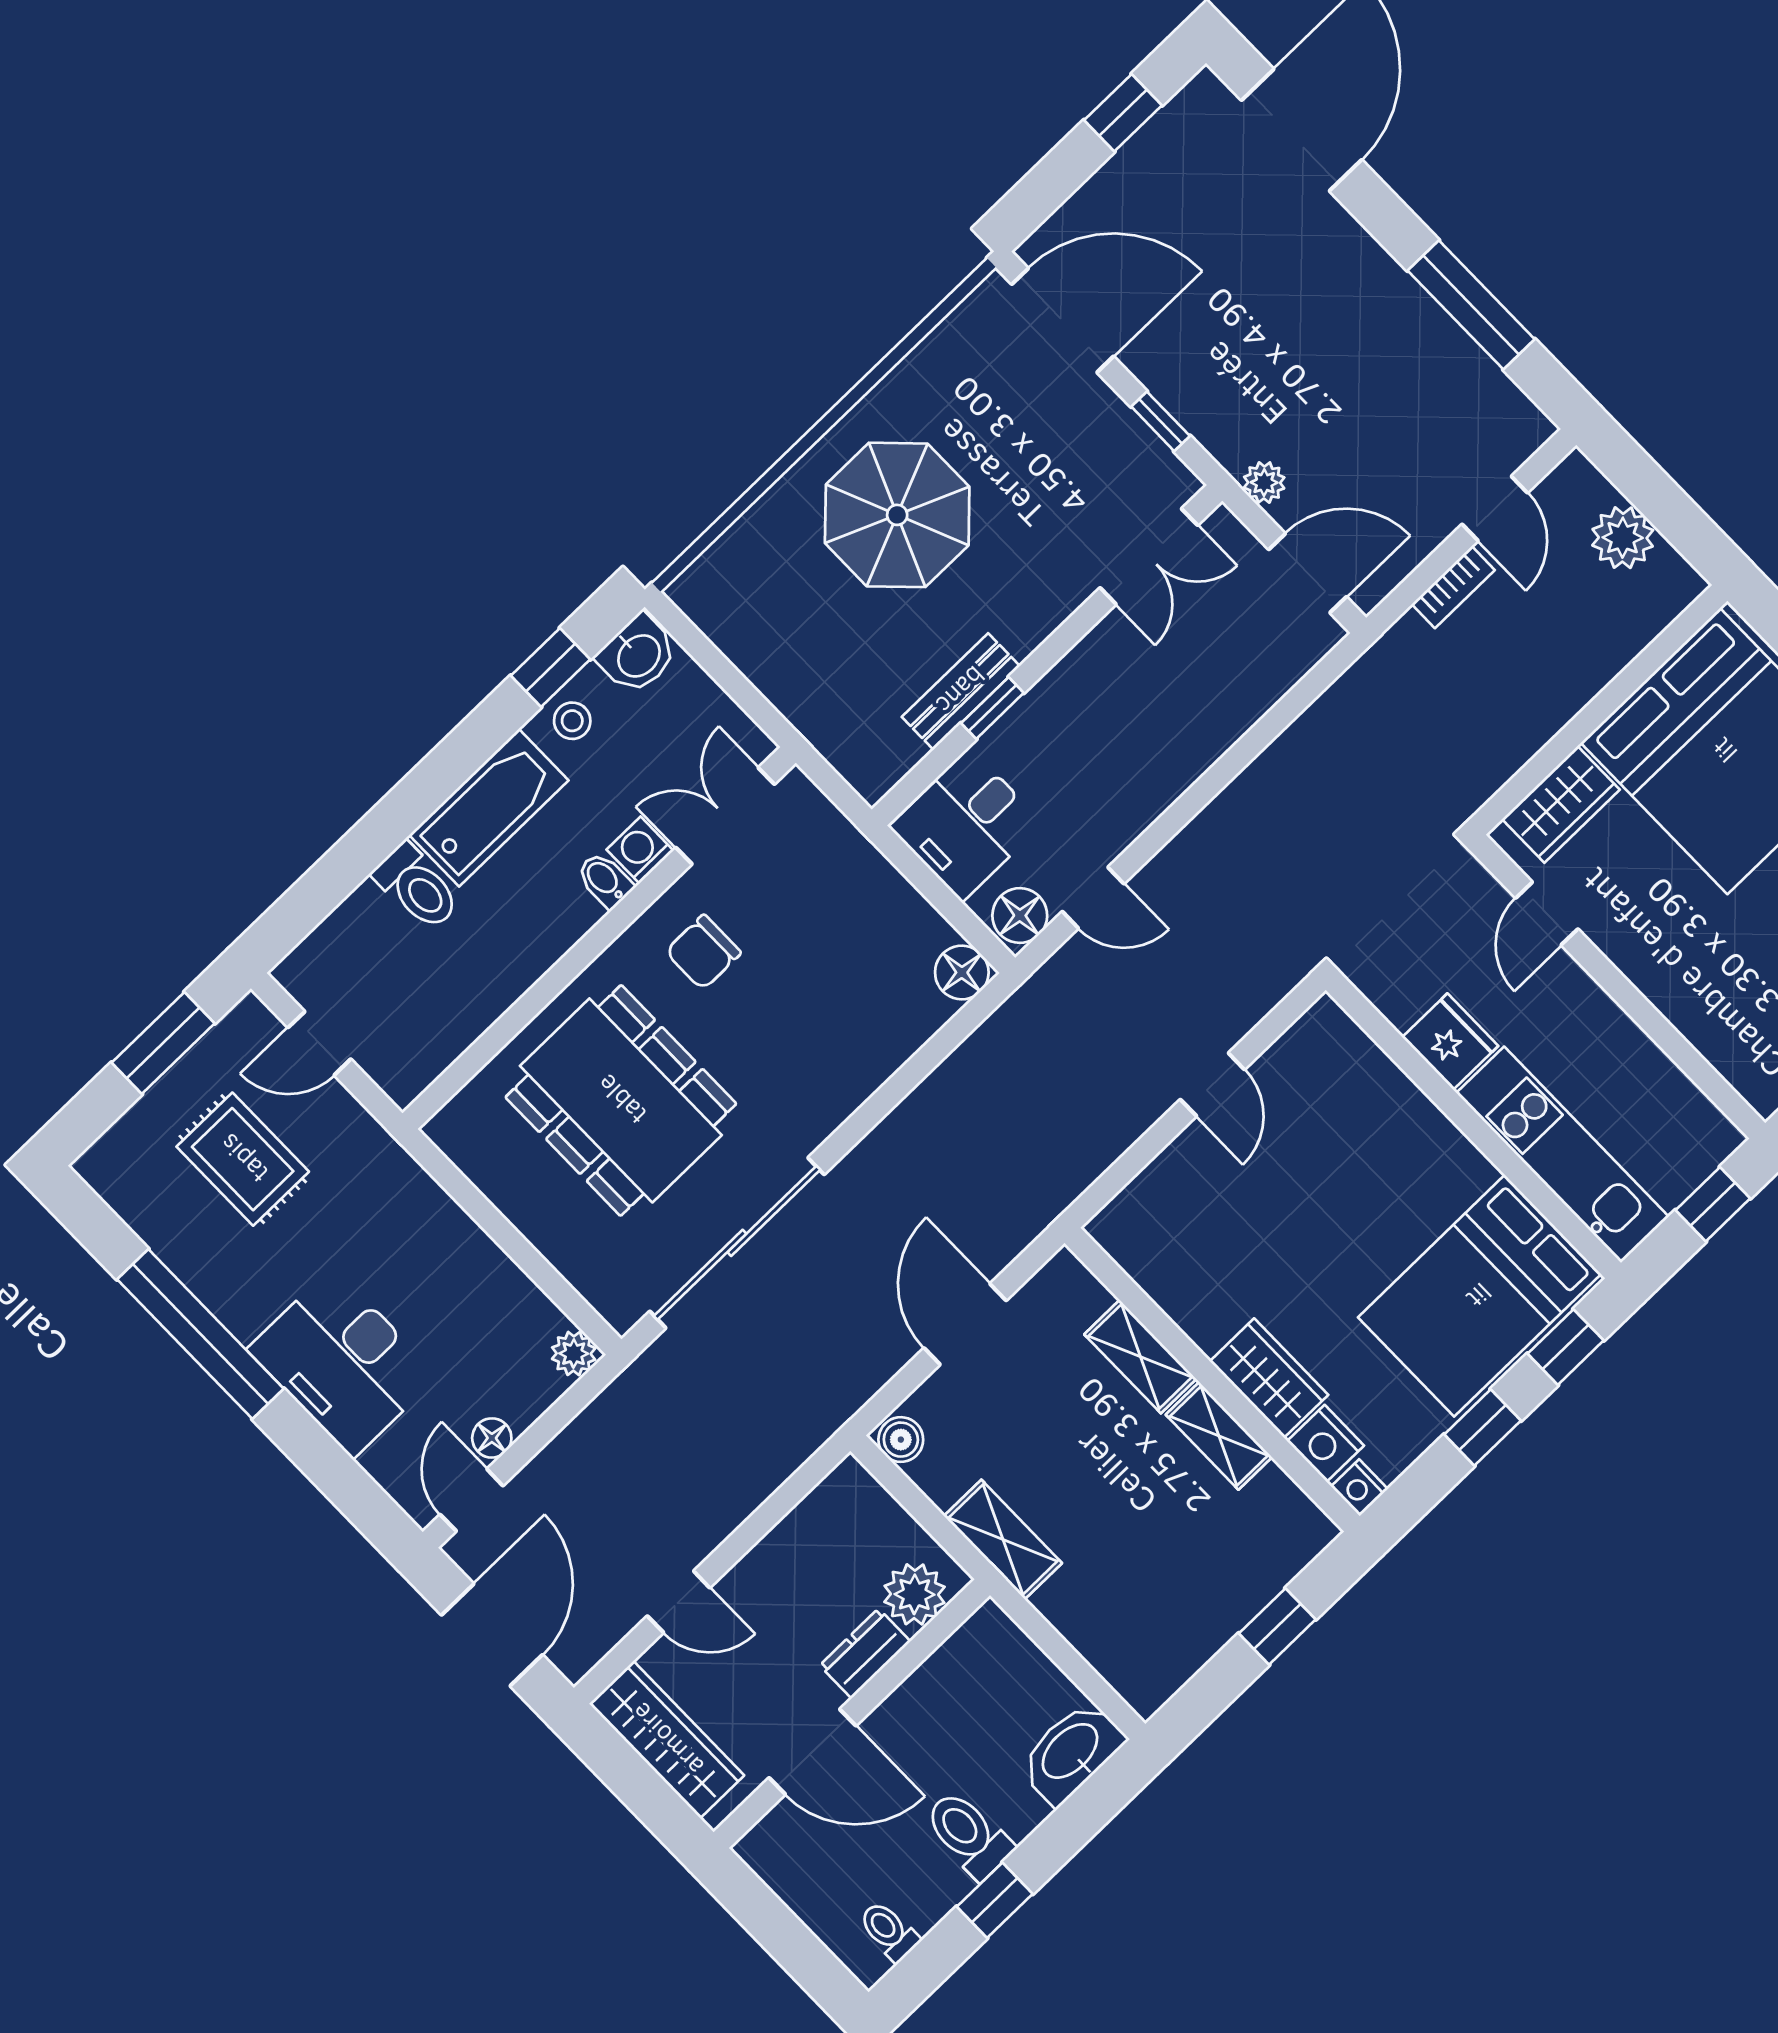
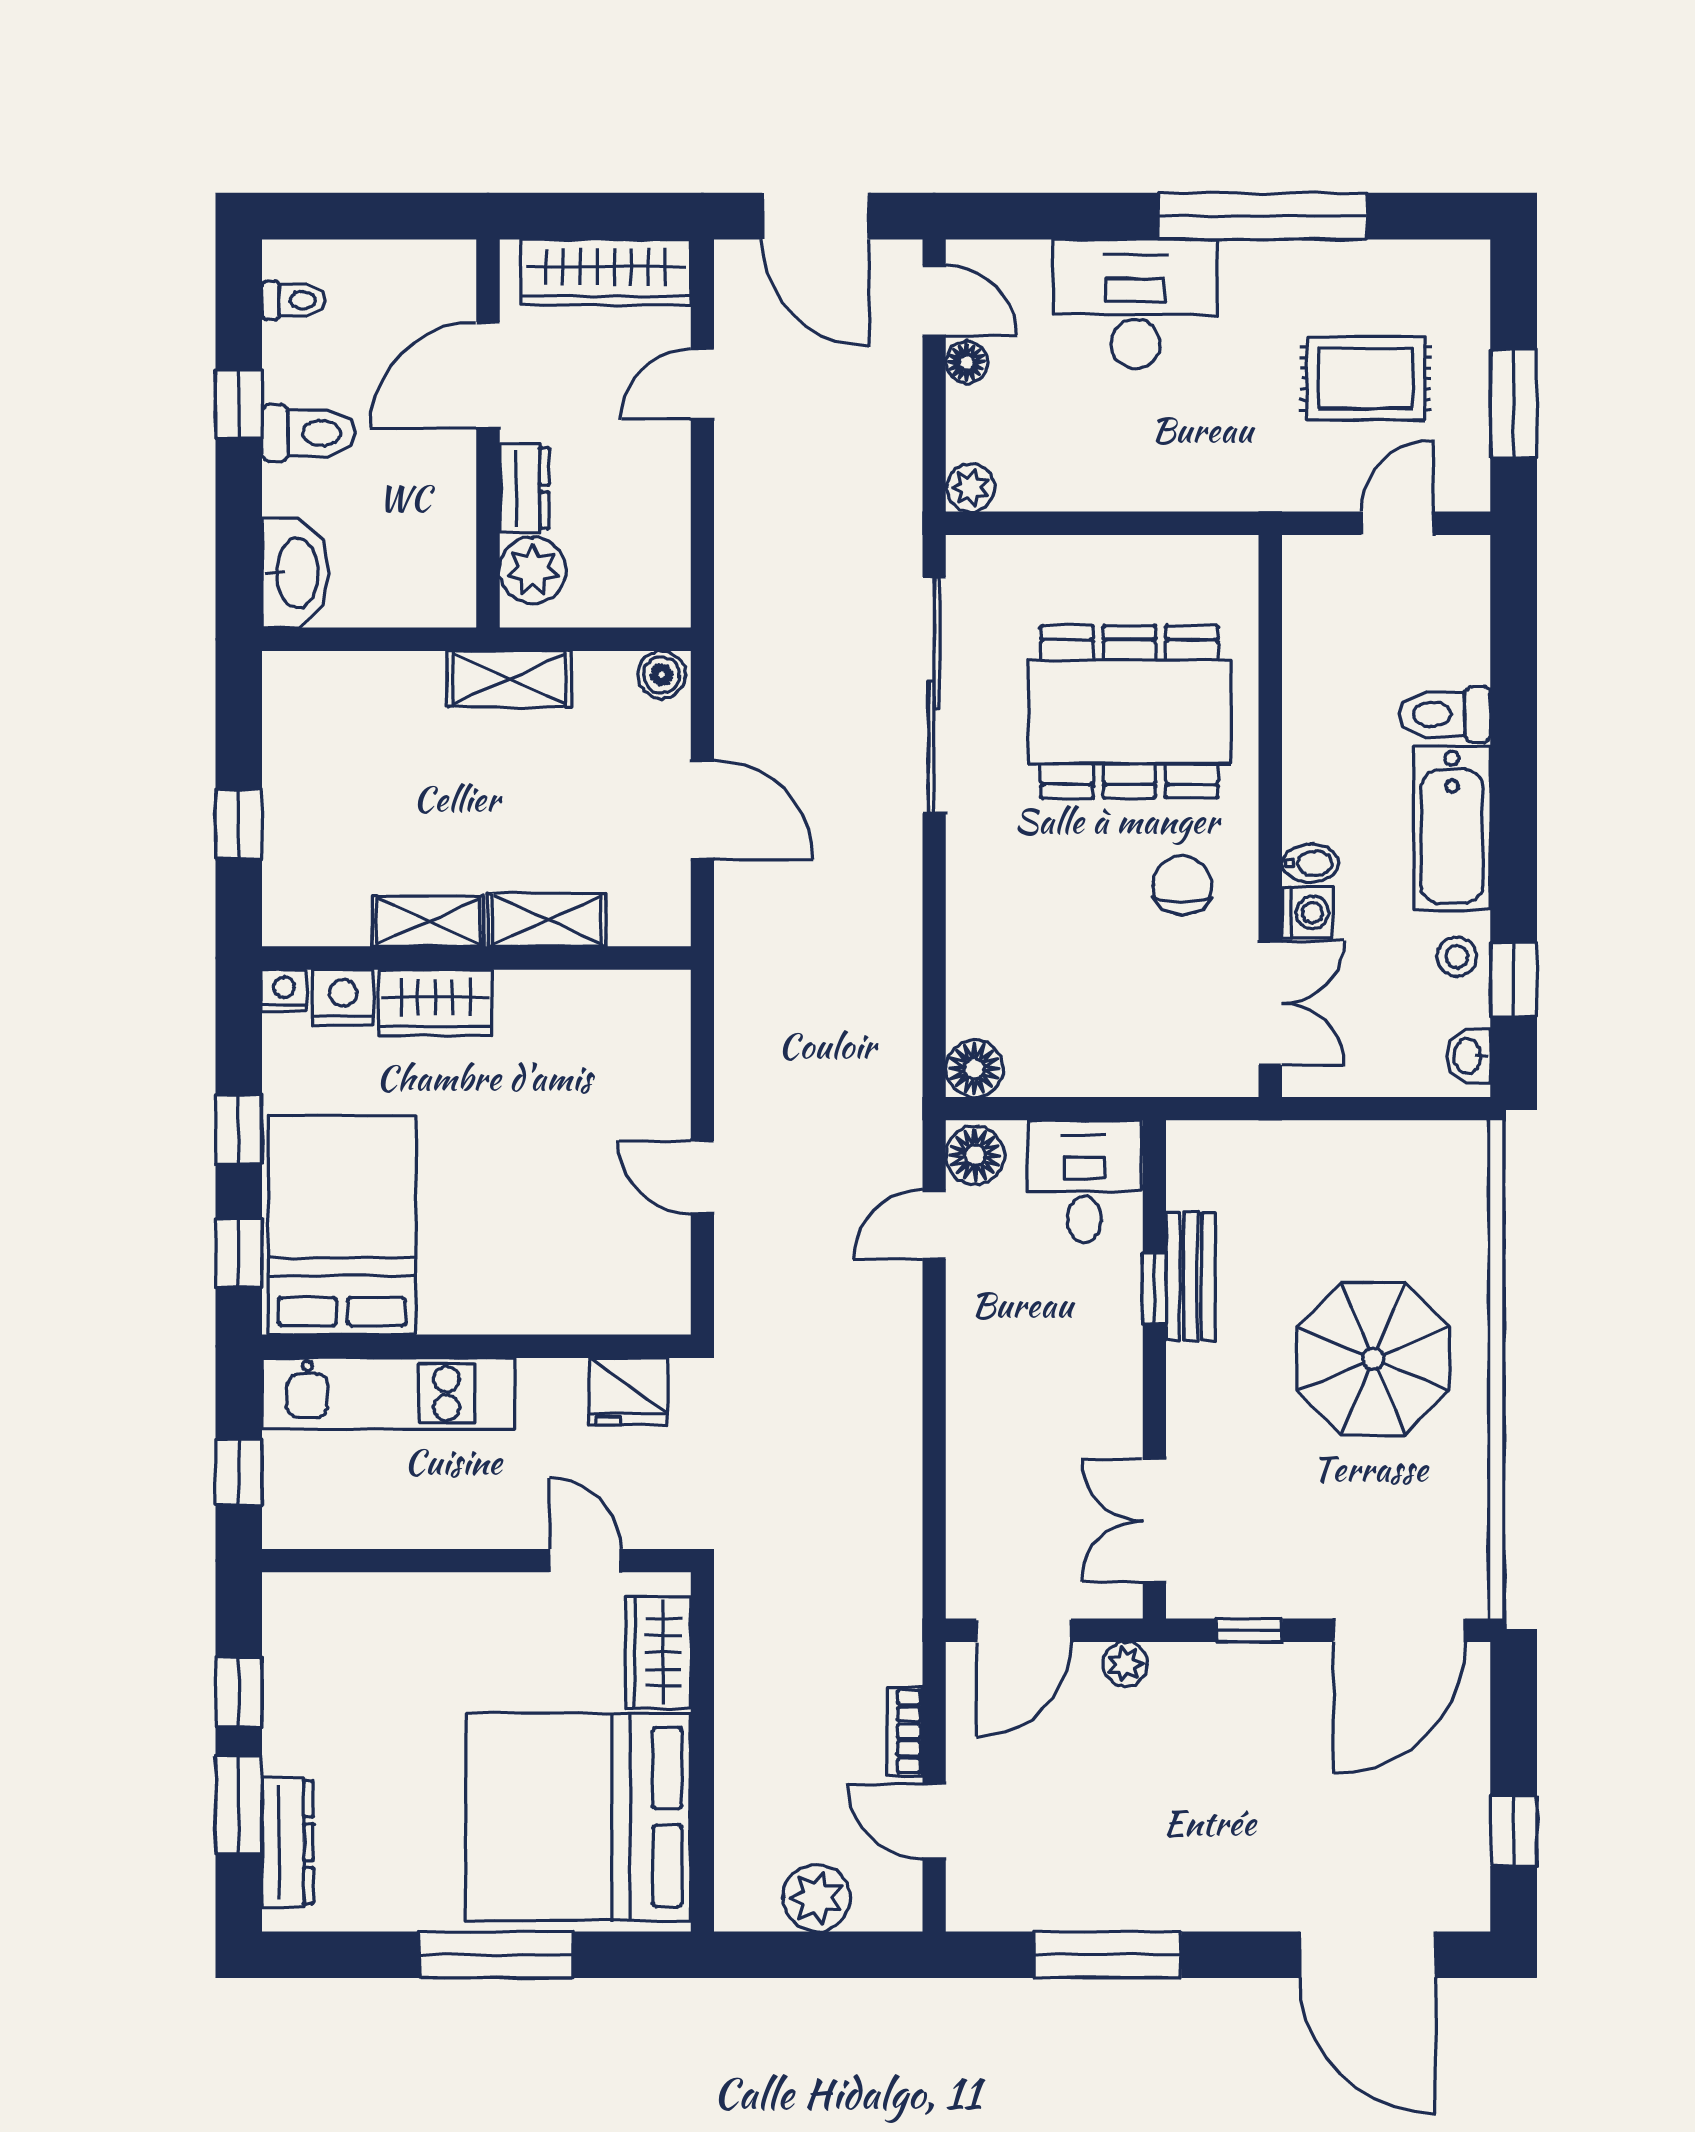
washbasin: (638, 655) -> (1469, 1056), width x0.72, depth x0.69
fridge: (1450, 1042) -> (628, 1392), moved

